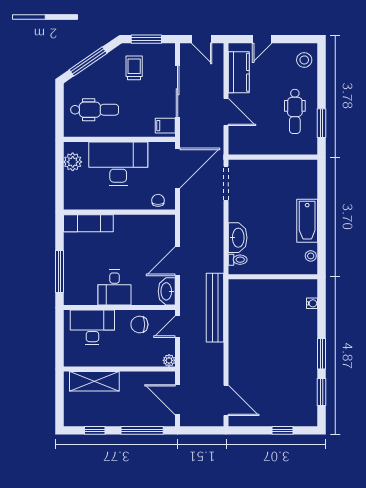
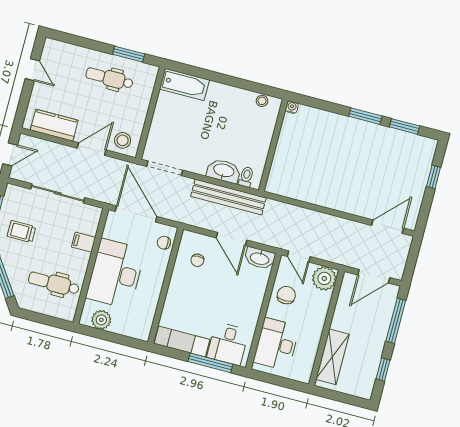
door: (262, 39) -> (32, 70), moved
stool: (304, 60) -> (123, 140), moved
dental chair: (95, 110) -> (54, 283), turned -90
dental chair: (295, 111) -> (109, 78), turned 180
filing cabinet: (165, 126) -> (84, 242), moved, turned 90
bathtub: (307, 221) -> (184, 84), moved
exam couch: (88, 223) -> (182, 342), moved, turned -90
chair: (150, 235) -> (197, 260), added
desk: (115, 288) -> (228, 344), moved, turned 90
water cooler: (312, 303) -> (292, 107), moved
bench: (215, 308) -> (228, 197), moved
chair: (139, 325) -> (286, 295), turned 180
plant: (169, 360) -> (324, 278), width x1.88, depth x1.88

